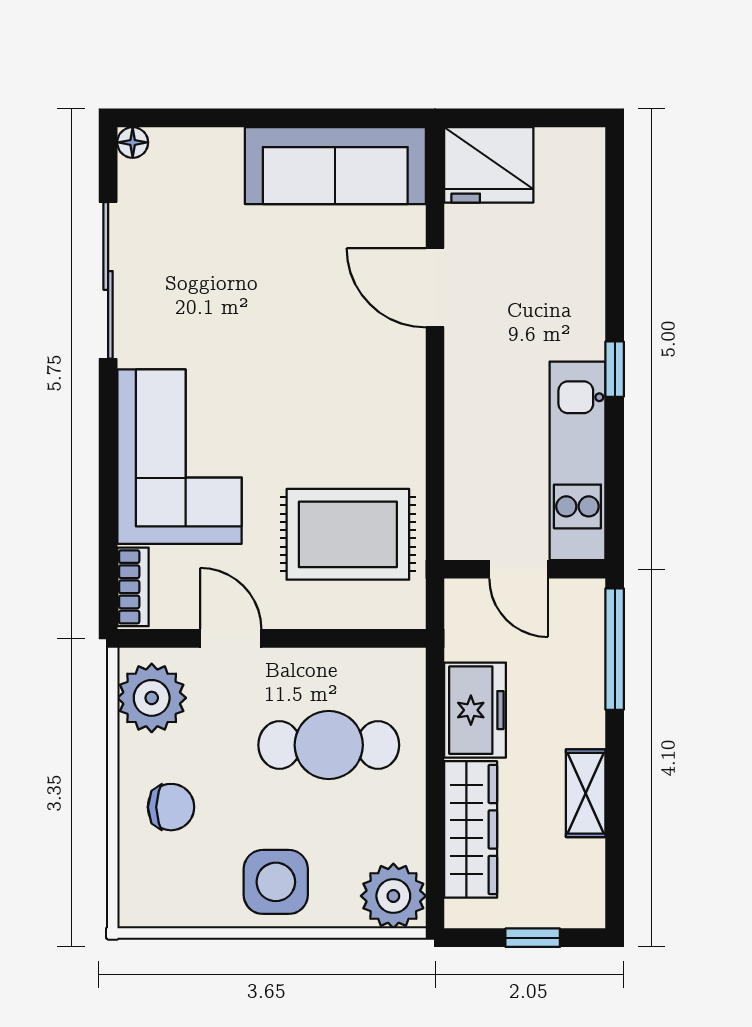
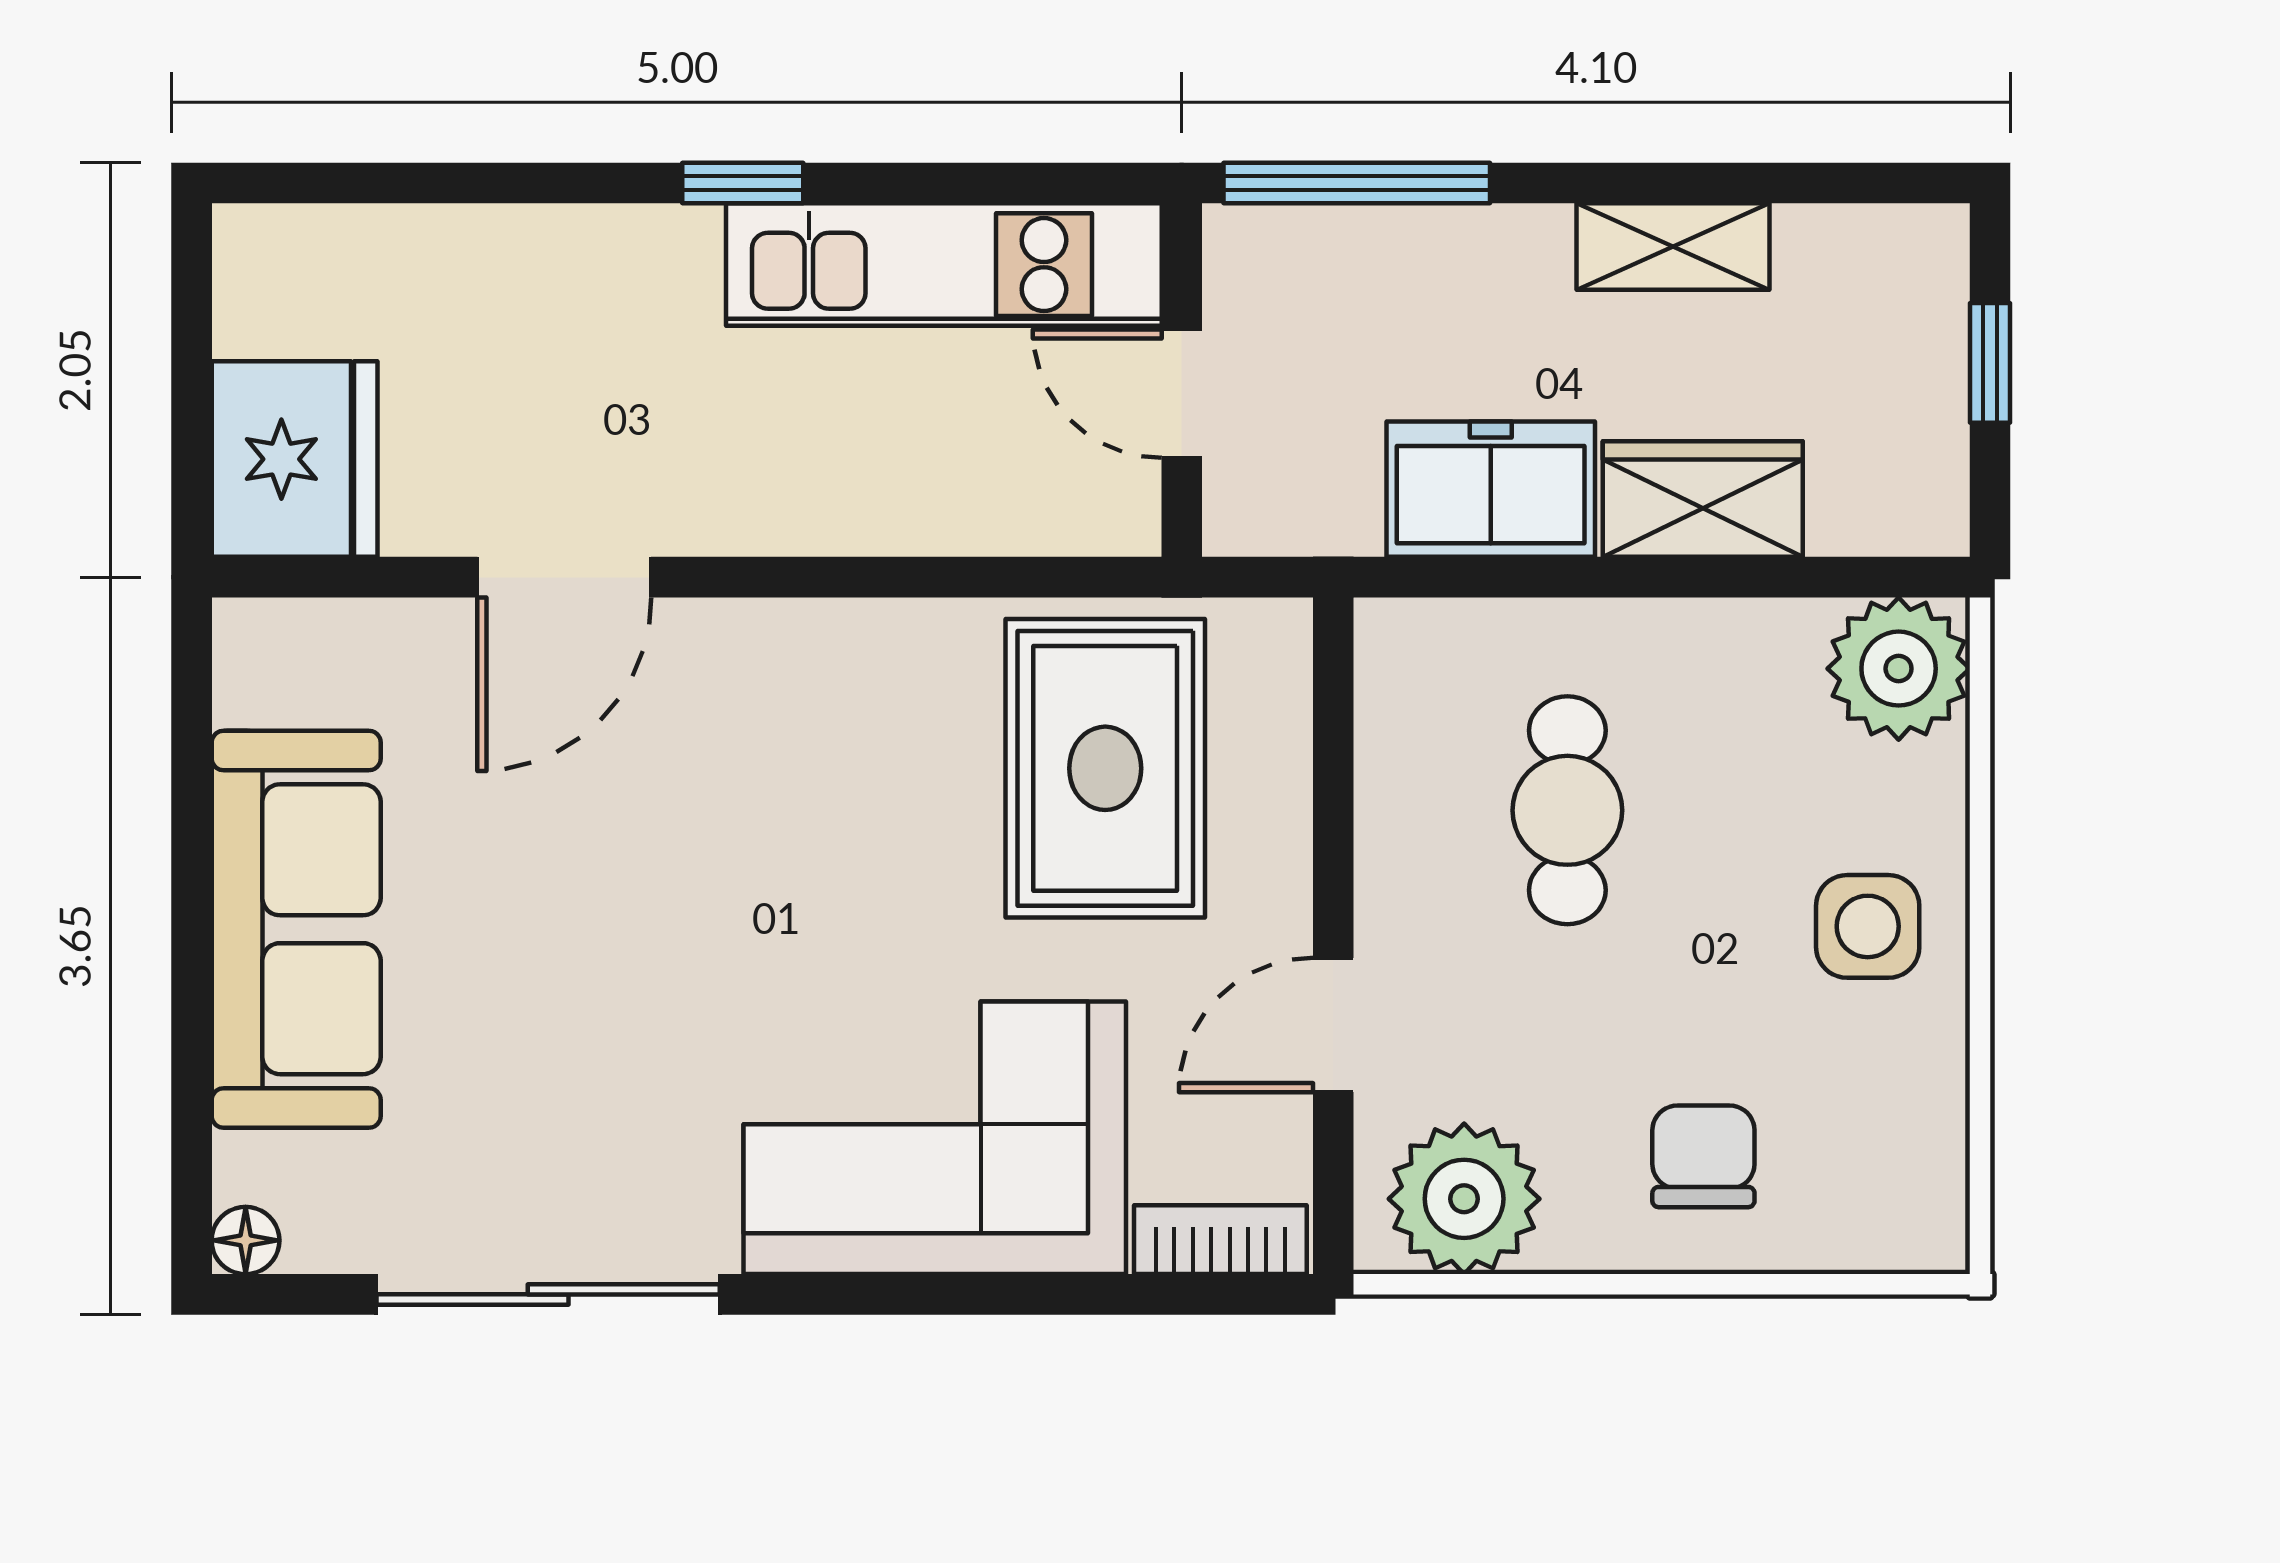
sofa: (335, 166) -> (296, 929), moved
door: (519, 569) -> (1182, 394), swing flipped
cafe table: (329, 745) -> (1567, 810), width x0.73, depth x0.74
wardrobe: (471, 829) -> (1703, 499), width x0.67
side table: (276, 882) -> (1868, 926), width x0.73, depth x0.73

